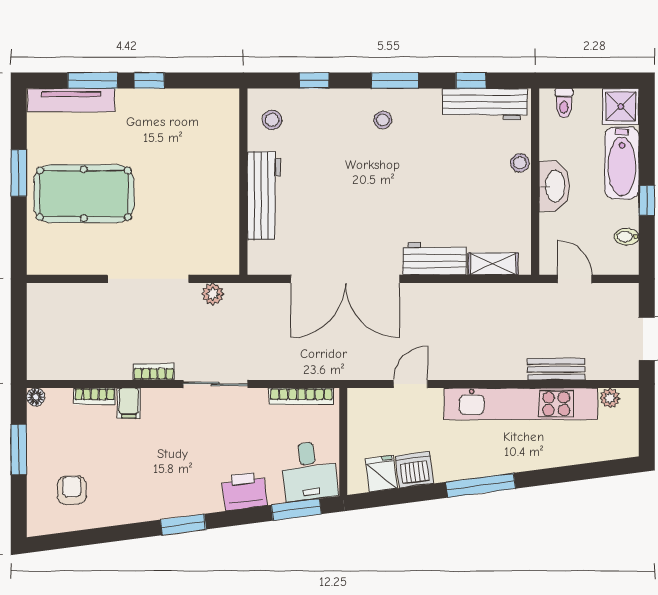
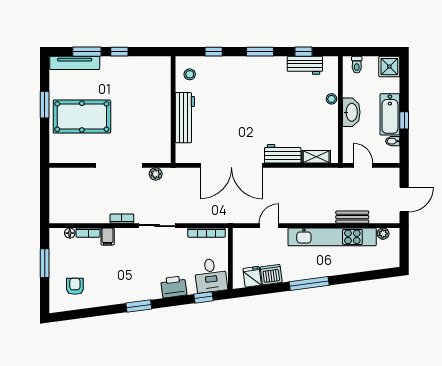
workbench: (485, 104) -> (305, 65), width x0.73
stool: (383, 120) -> (253, 74), removed
bathtub: (622, 163) -> (390, 114), moved
floor lamp: (36, 397) -> (70, 233), moved
window: (296, 510) -> (203, 297), width x0.67

